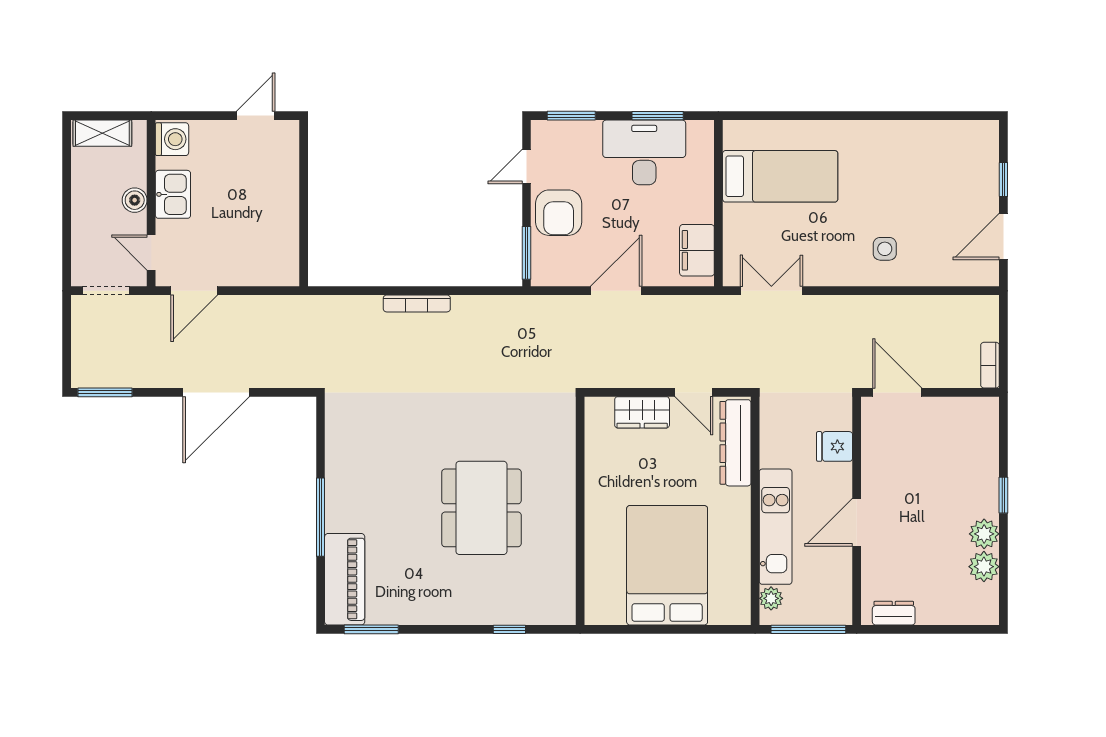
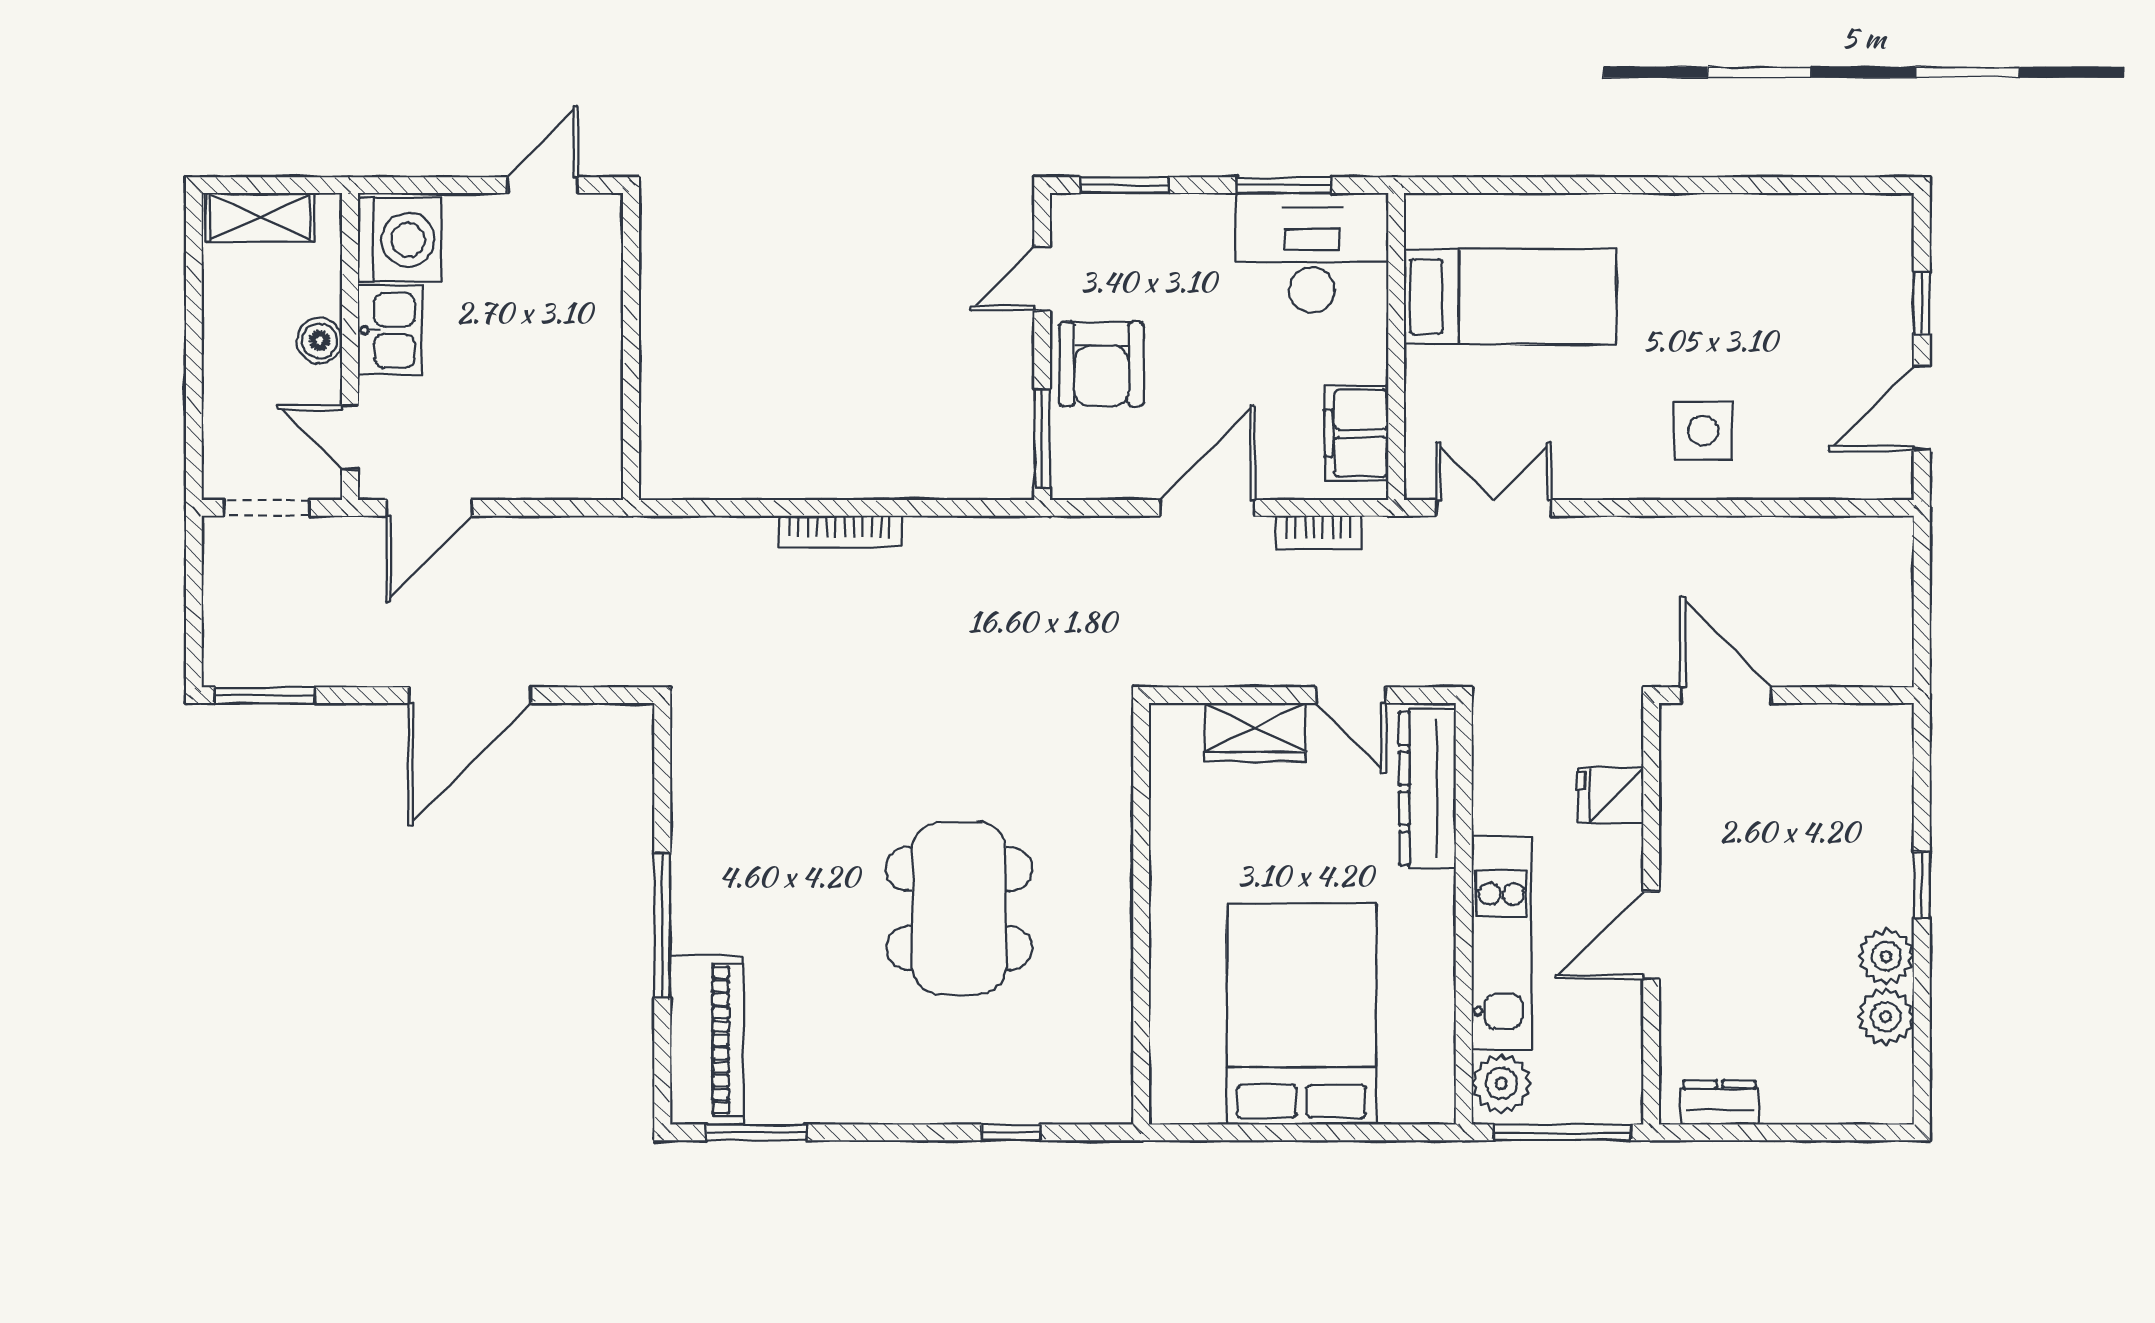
washing machine: (172, 139) -> (400, 240), width x1.37, depth x1.37
desk: (644, 152) -> (1312, 253), moved
side table: (885, 249) -> (1703, 431), width x1.37, depth x1.37
bookcase: (990, 365) -> (1319, 533), moved, turned -90
plant: (771, 598) -> (1501, 1083), width x1.38, depth x1.38

